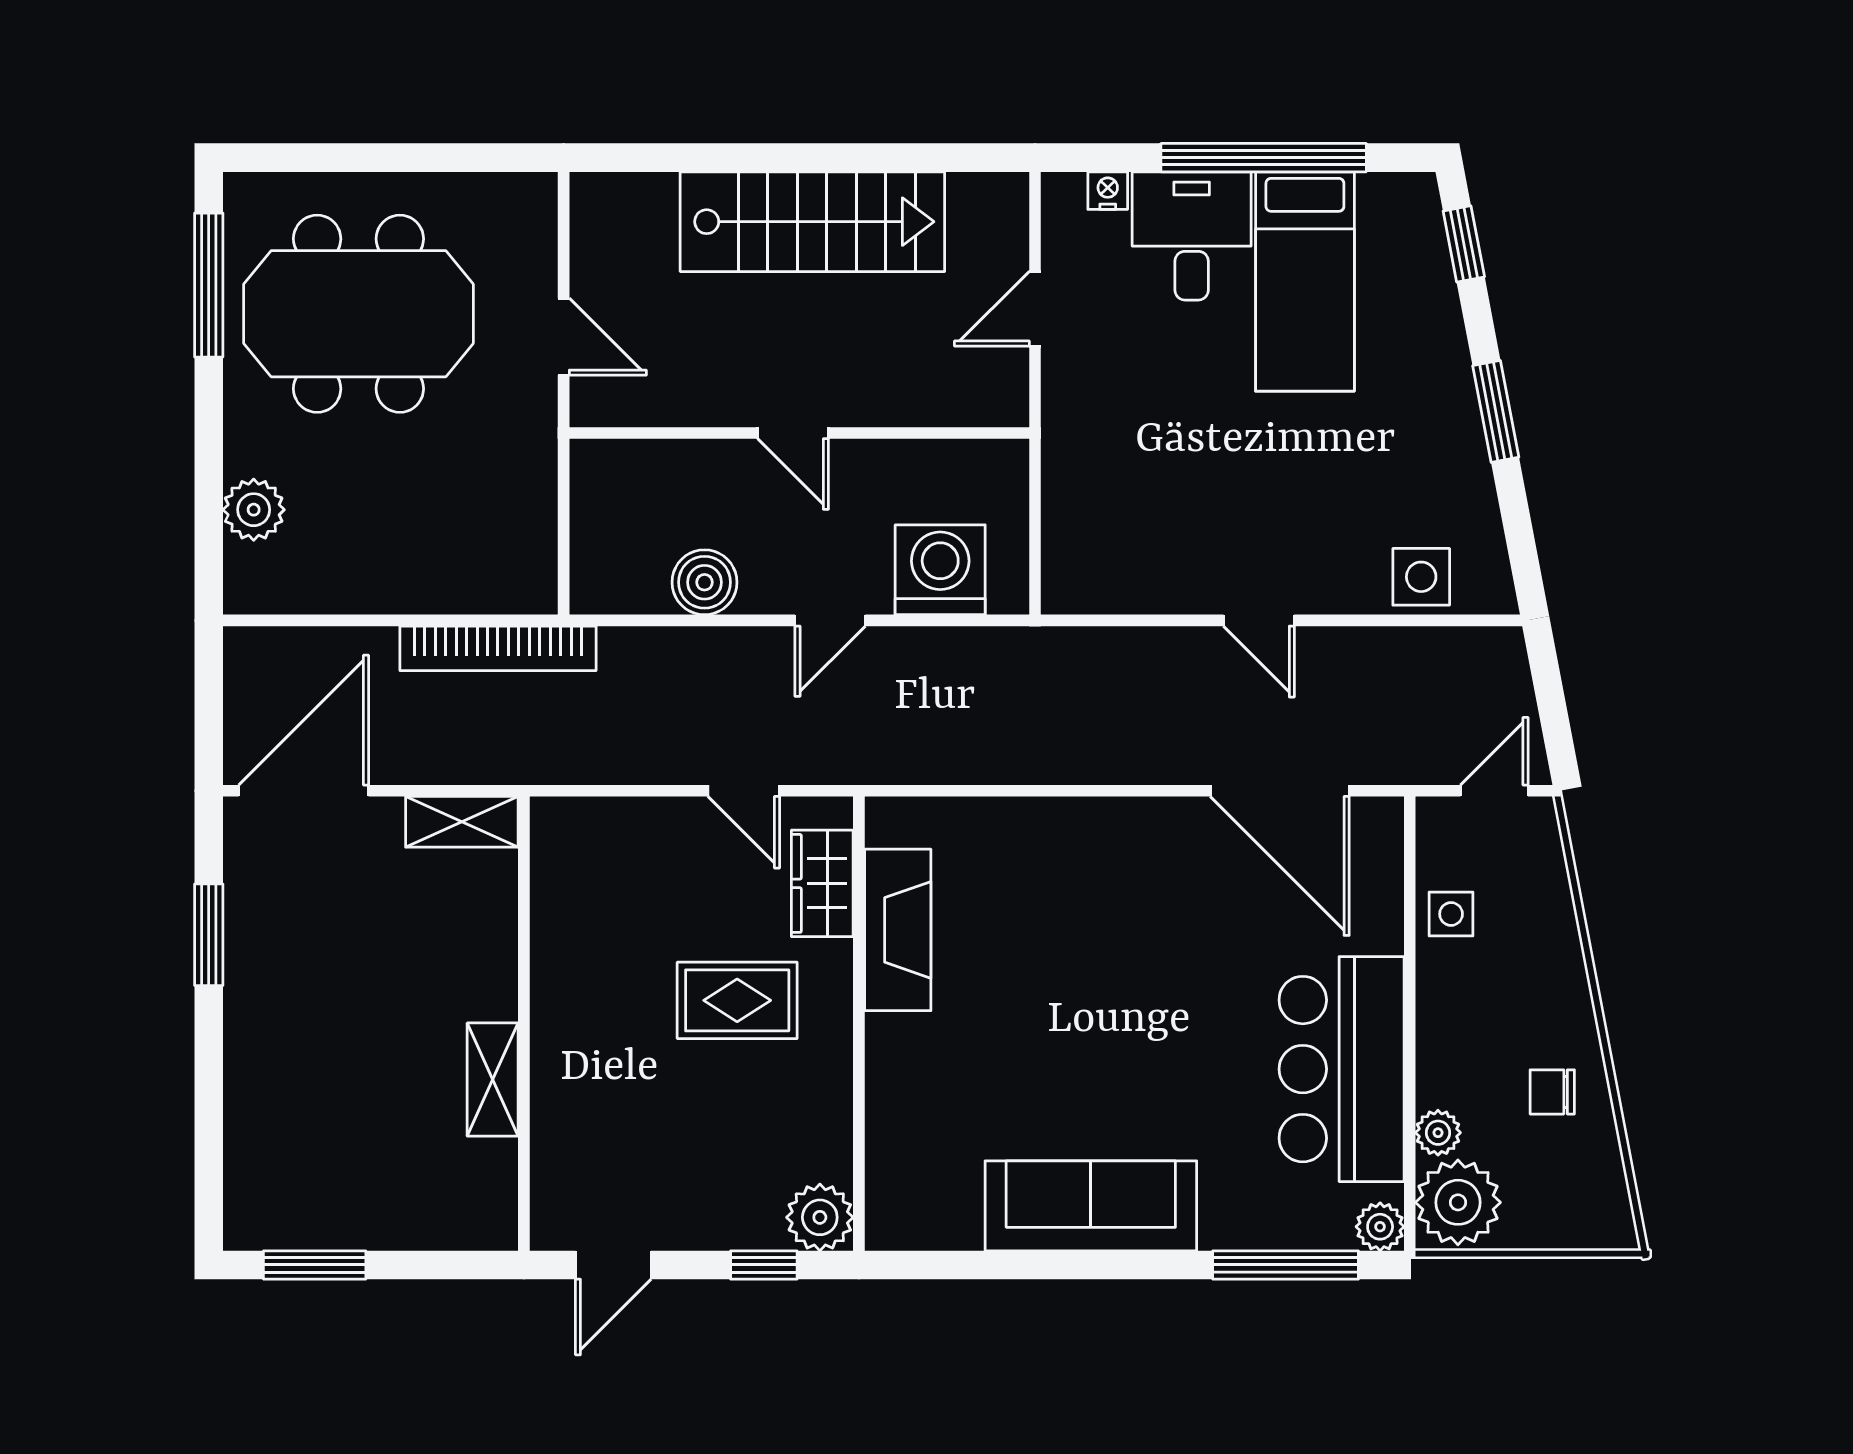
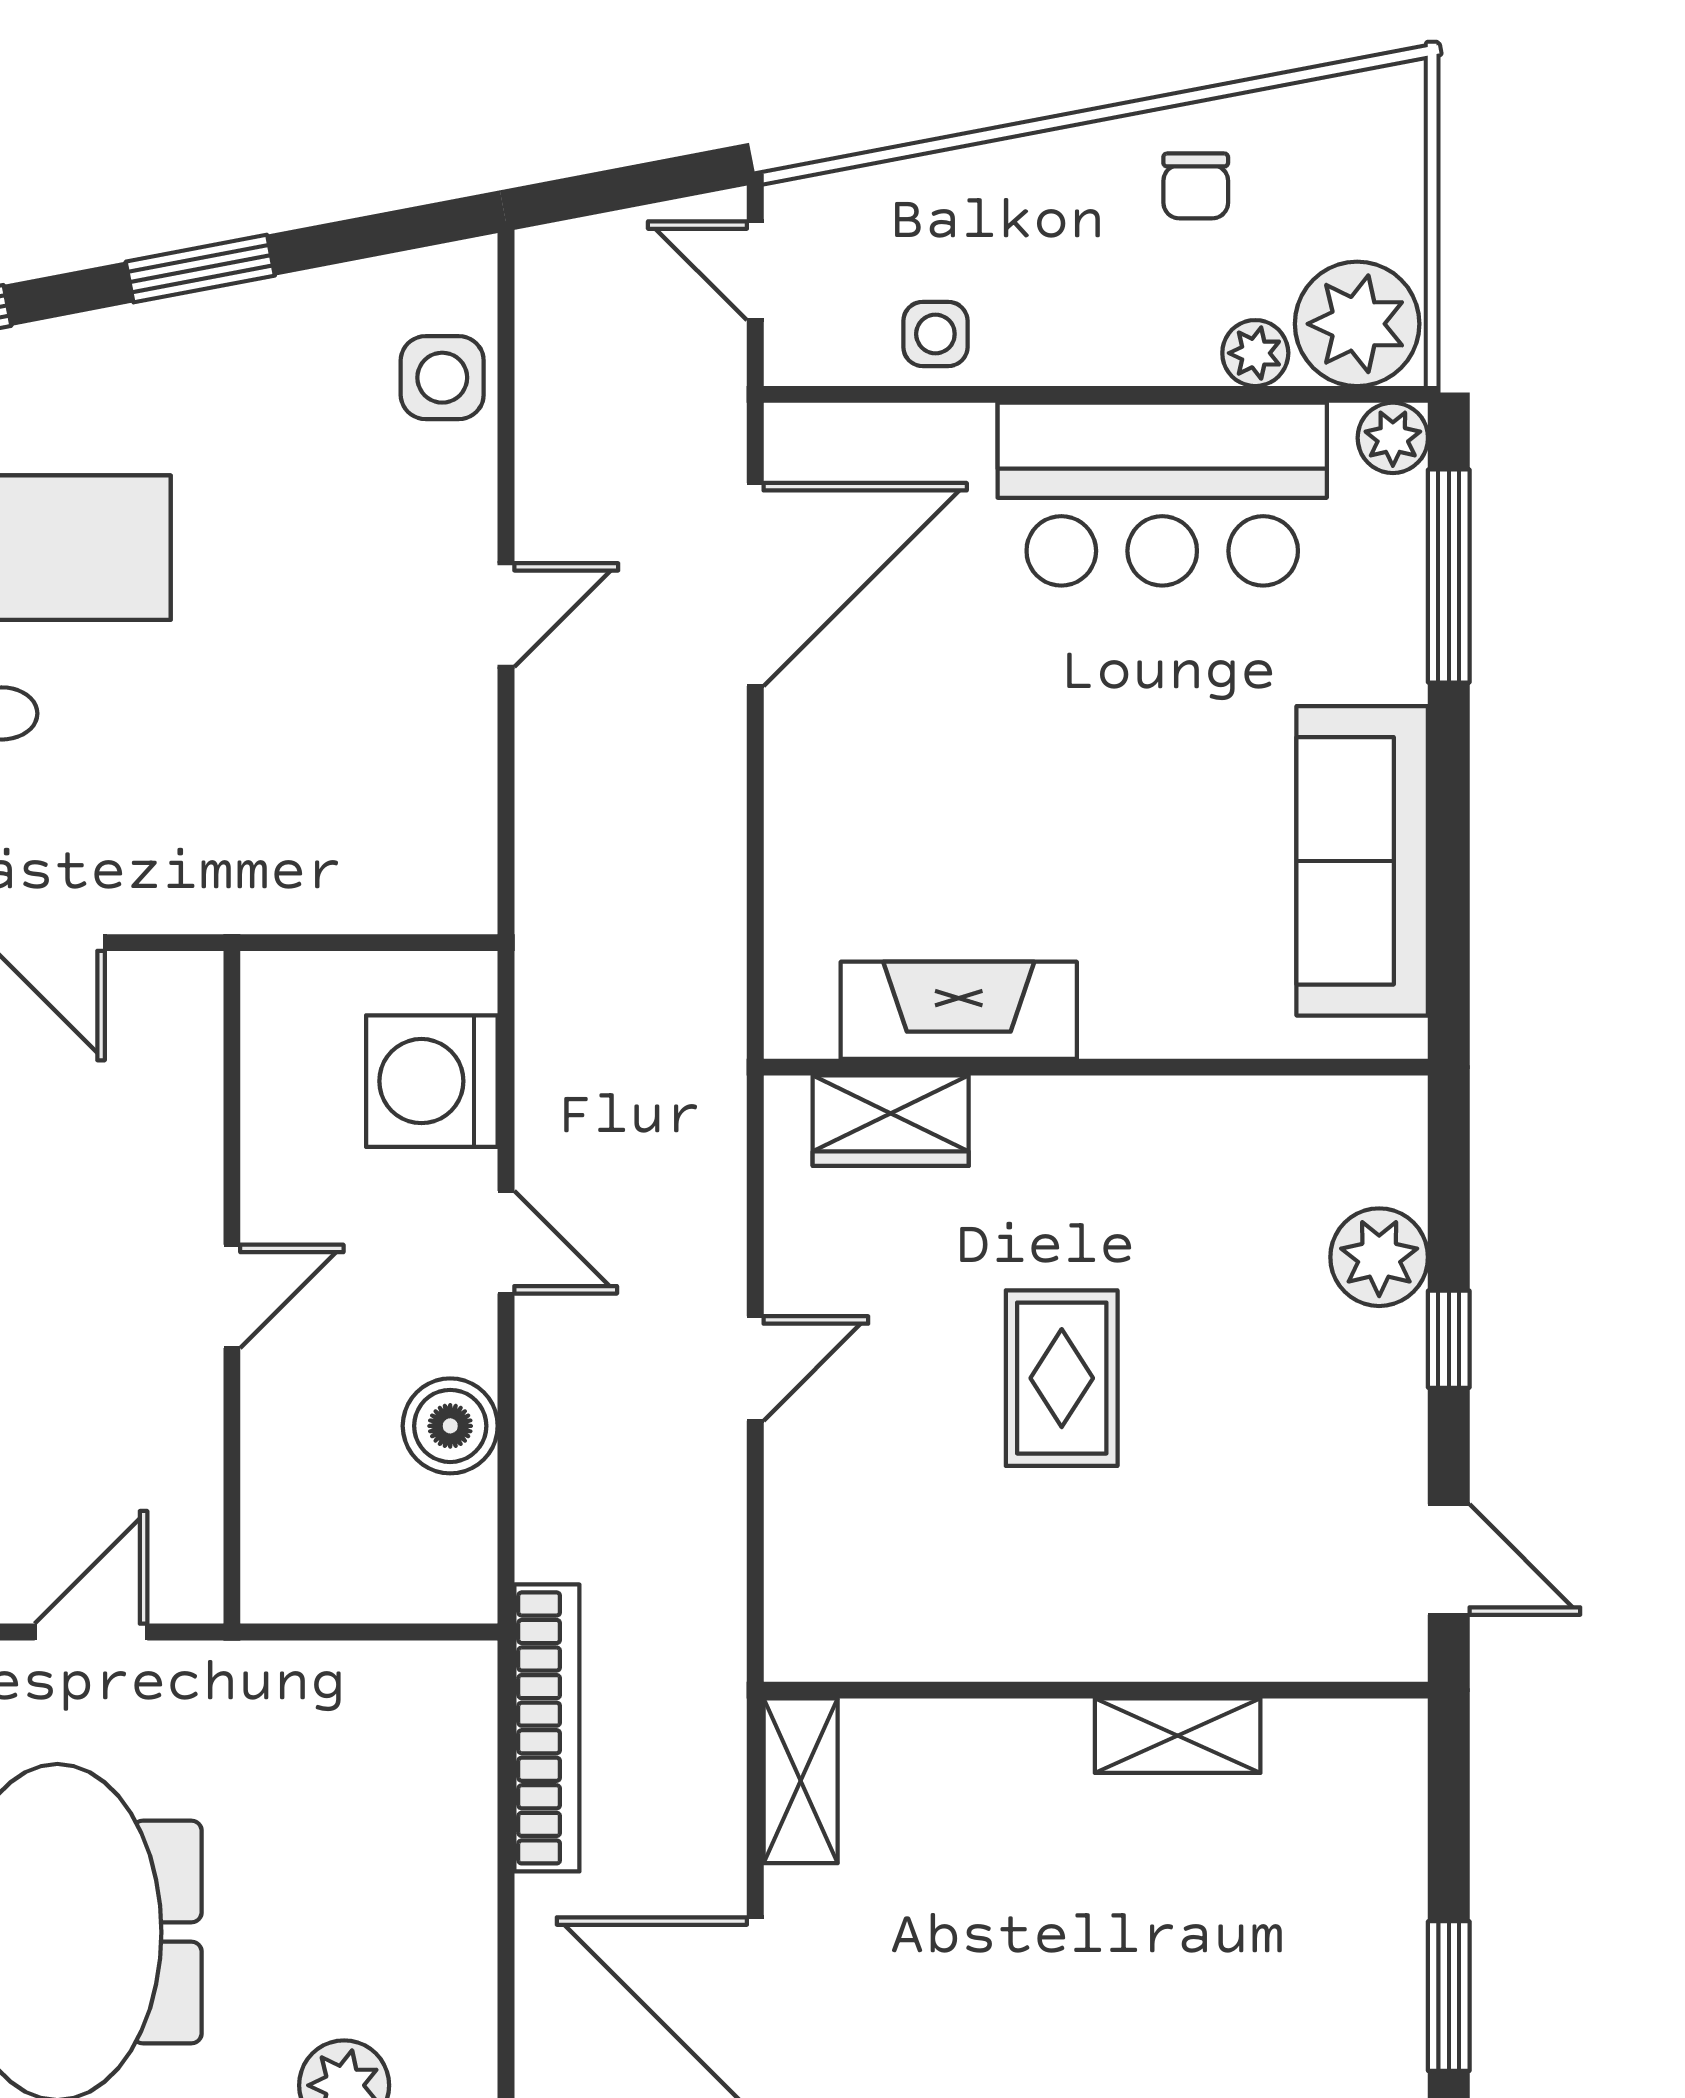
wardrobe: (822, 883) -> (891, 1121), moved
fireplace: (898, 930) -> (959, 1010), moved
wall: (859, 1024) -> (1096, 1067), moved

